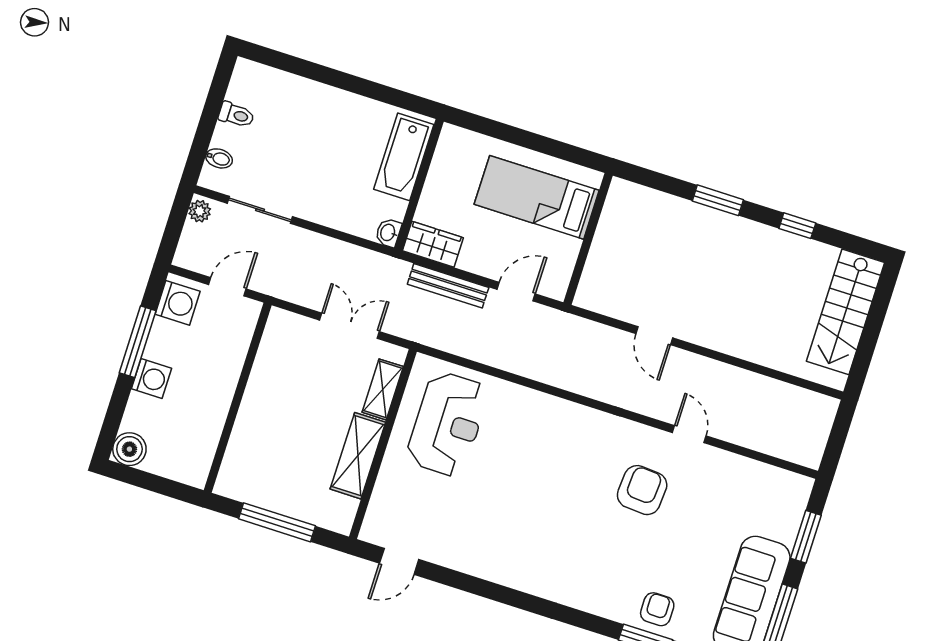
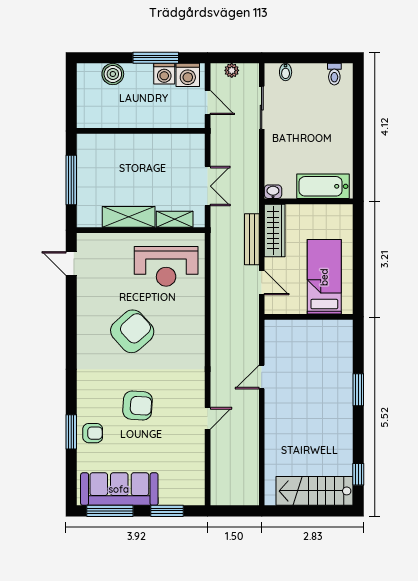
toilet: (236, 115) -> (334, 74), moved
plant: (200, 211) -> (232, 70), moved
window: (797, 226) -> (358, 474), moved
wardrobe: (433, 244) -> (275, 230), width x1.50
washing machine: (151, 379) -> (164, 74), moved
boiler: (129, 449) -> (113, 74), moved
armchair: (642, 490) -> (138, 406), moved
armchair: (527, 504) -> (132, 331), added

